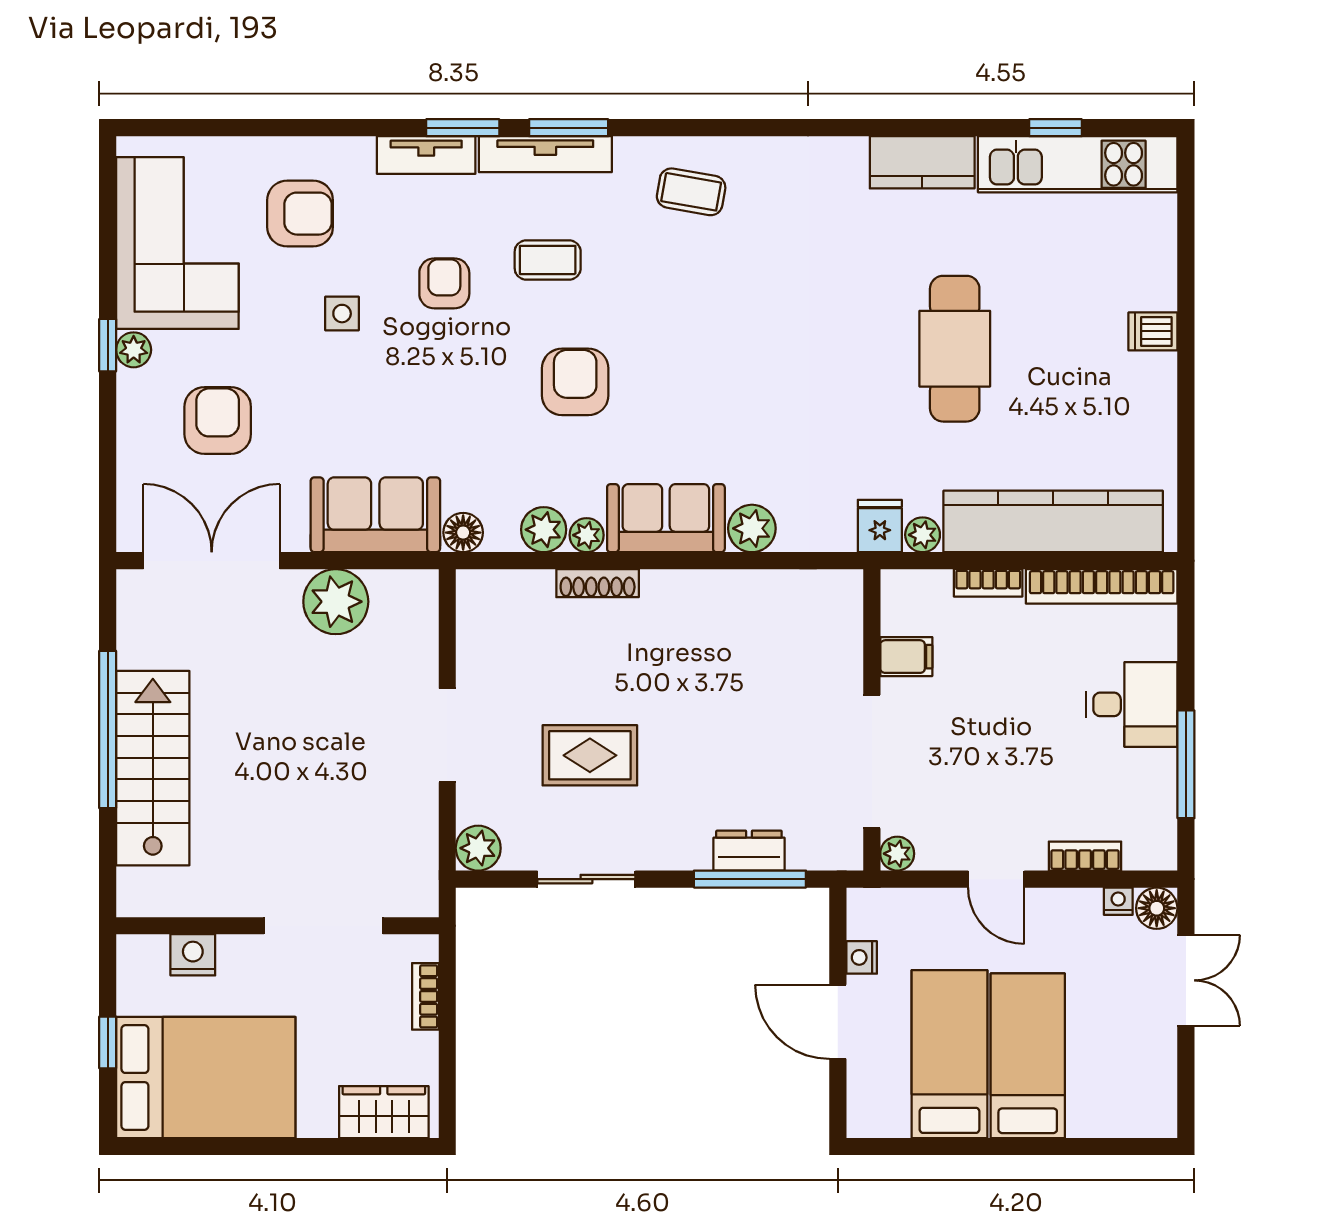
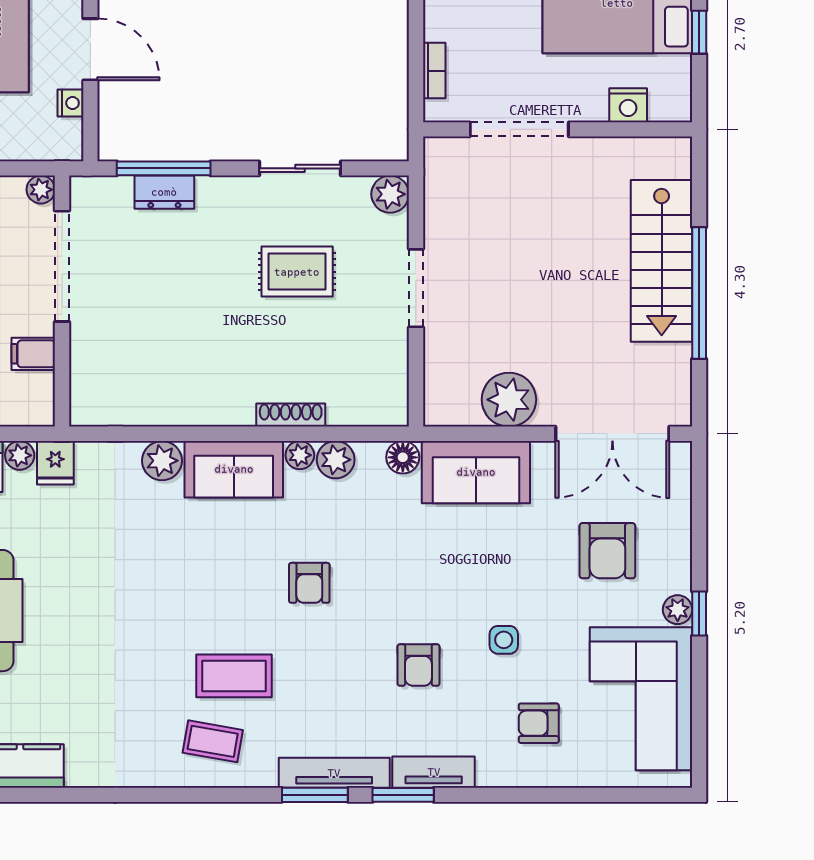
armchair: (300, 214) -> (539, 723), width x0.72, depth x0.72
coffee table: (548, 260) -> (234, 676), moved, width x1.36, depth x1.30
armchair: (575, 382) -> (309, 583), width x0.72, depth x0.72

